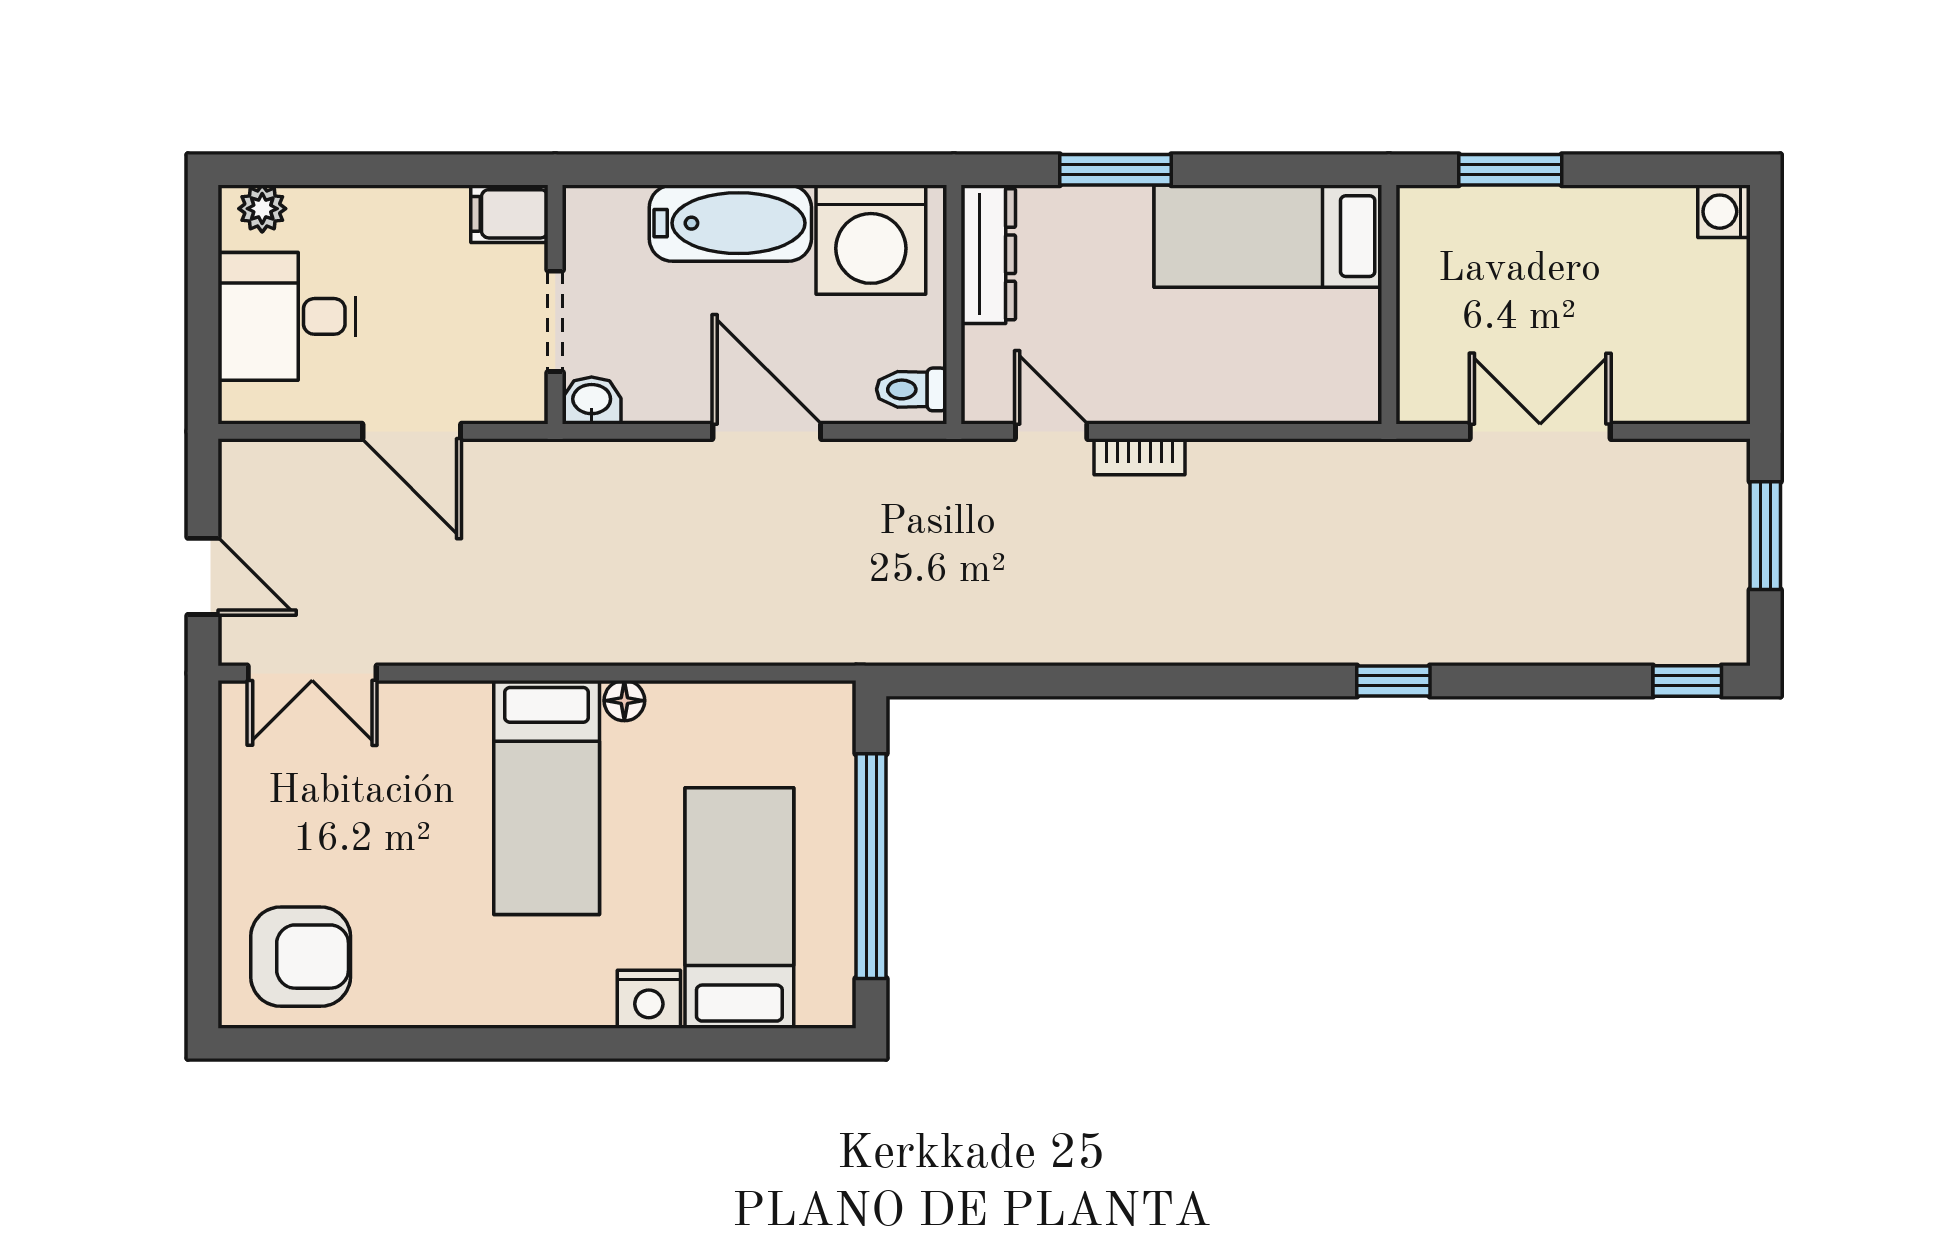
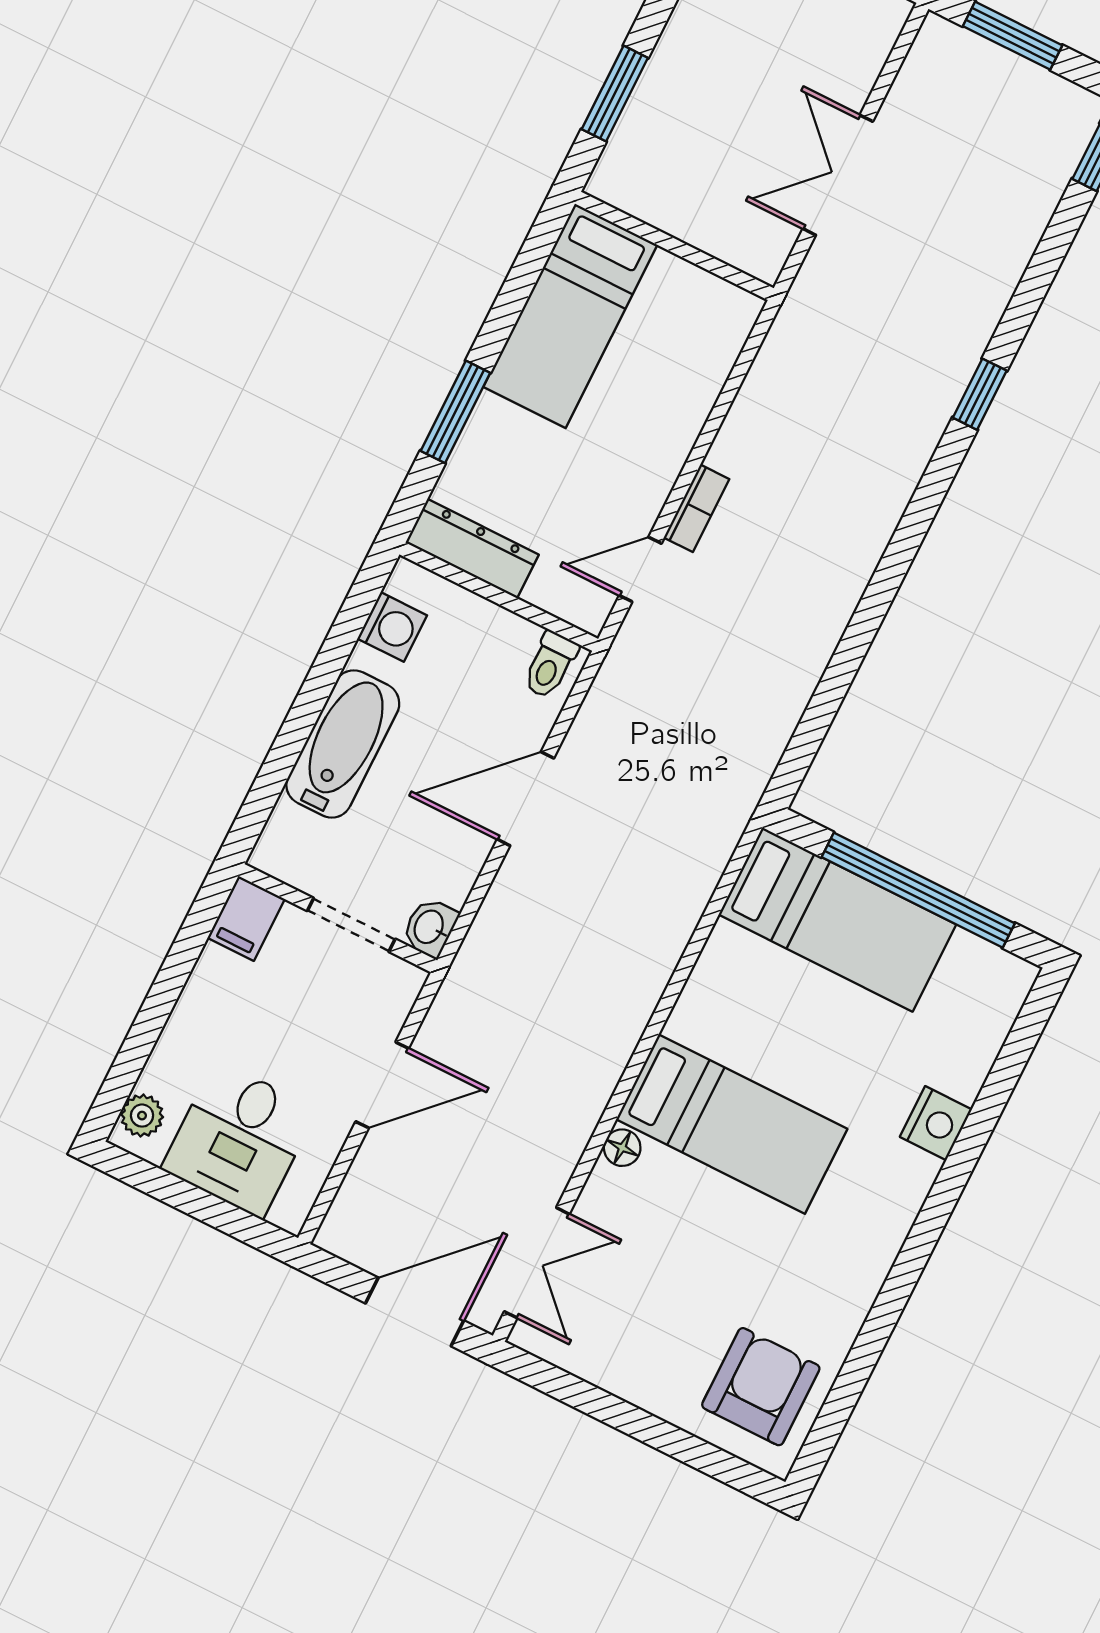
washing machine: (871, 240) -> (392, 627), width x0.53, depth x0.53
door: (203, 576) -> (415, 1312), width x1.38
floor lamp: (624, 701) -> (622, 1148), moved
bed: (739, 908) -> (837, 920), moved, turned 180

